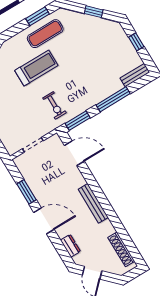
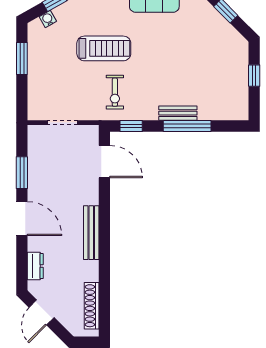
treadmill: (36, 68) -> (104, 48), moved
bench: (135, 75) -> (178, 113), moved
window: (78, 121) -> (131, 126), width x0.67

